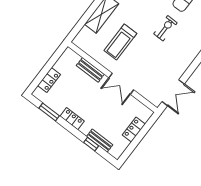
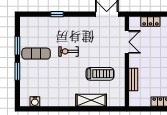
double door: (121, 84) -> (127, 42), moved

